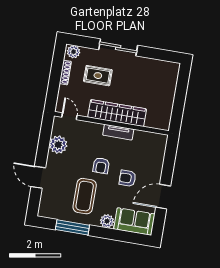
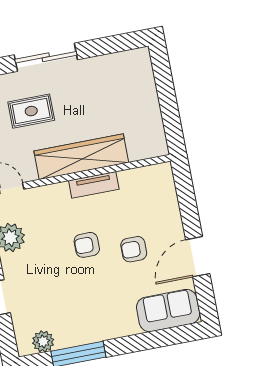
armchair: (101, 166) -> (87, 245), turned 90
coffee table: (85, 196) -> (79, 300), removed
plant: (107, 221) -> (43, 341), moved

